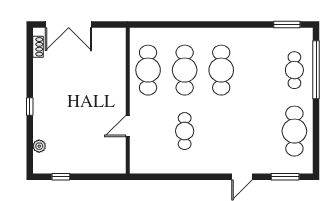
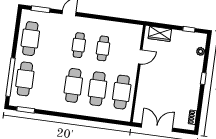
double door: (69, 24) -> (157, 128), moved
cafe table: (294, 70) -> (25, 79), width x1.37, depth x1.35
cafe table: (221, 131) -> (79, 45), added
wardrobe: (103, 164) -> (160, 34), added

